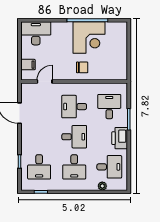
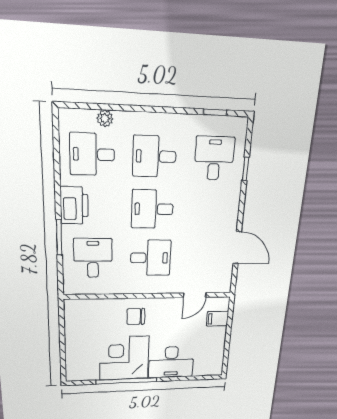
desk: (36, 33) -> (171, 362), moved
desk: (109, 107) -> (93, 258), turned 180
desk: (74, 167) -> (155, 156), turned -90

